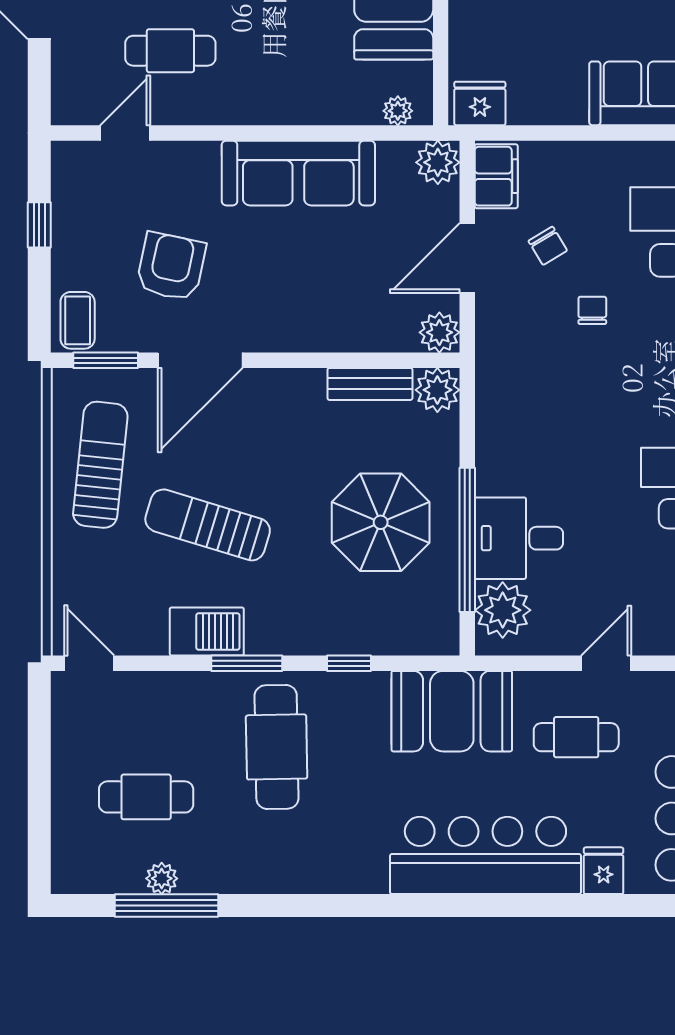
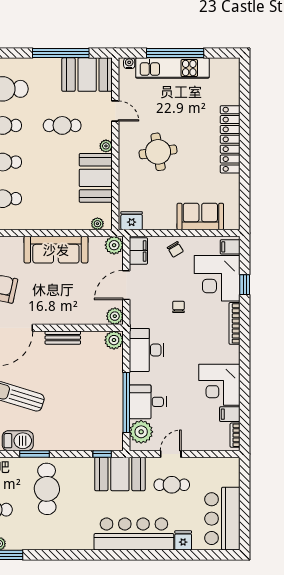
chair: (548, 246) -> (175, 249), moved
bench: (370, 384) -> (63, 338), moved
desk: (516, 414) -> (147, 350), added
parasol: (381, 522) -> (90, 395), removed
window: (349, 663) -> (102, 454), moved
door: (606, 663) -> (171, 454), moved

